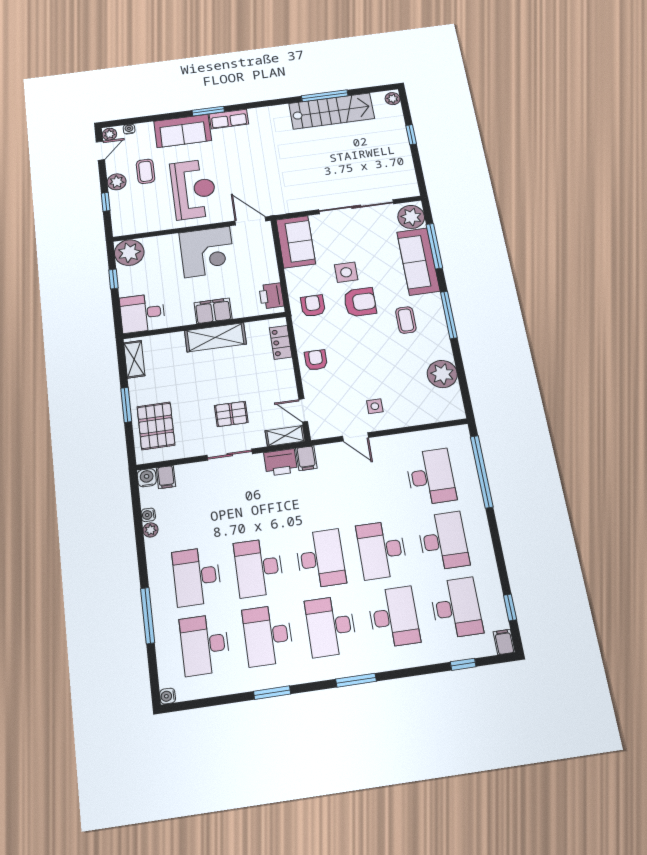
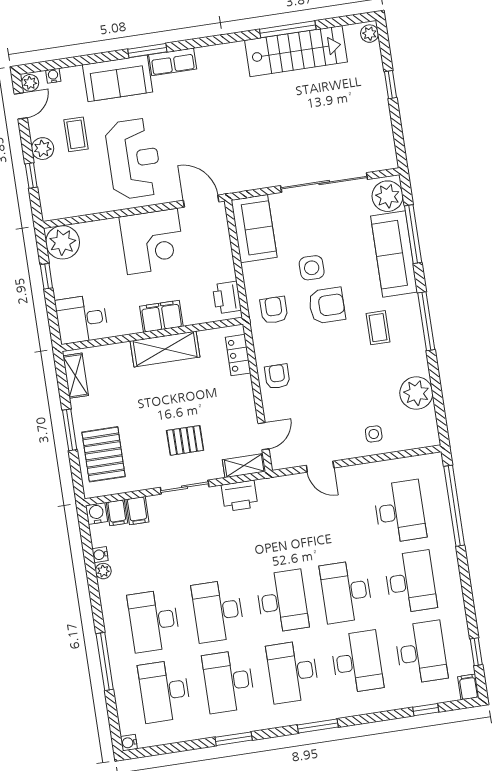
side table: (375, 406) -> (374, 434), moved
door: (303, 410) -> (264, 436), swing flipped
filing cabinet: (306, 458) -> (137, 511), moved

